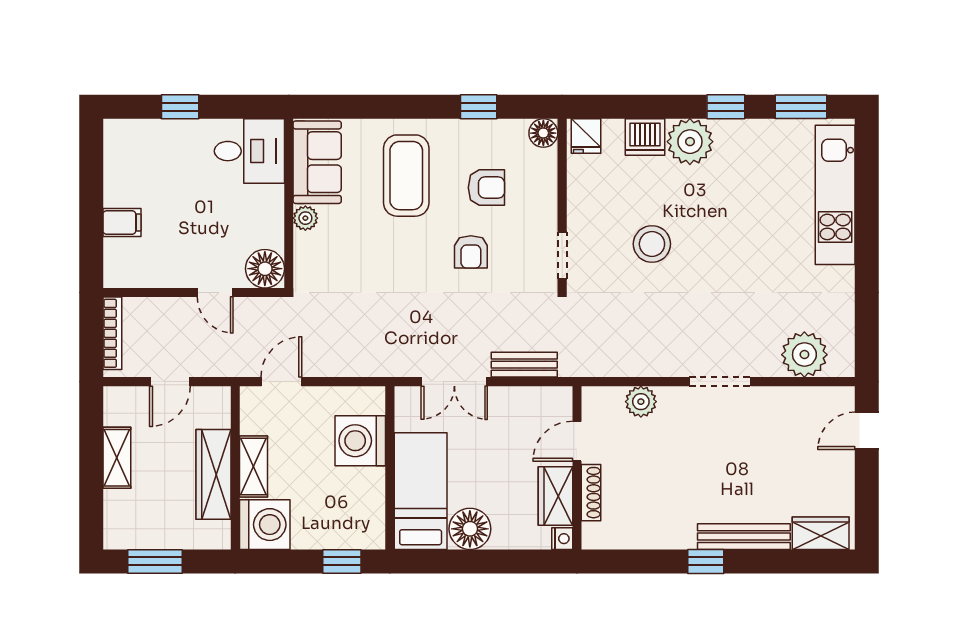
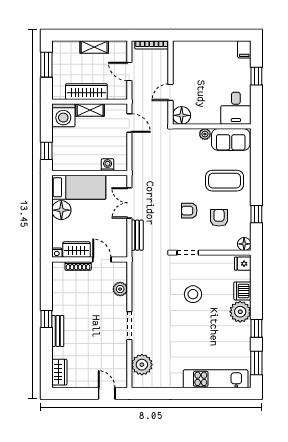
armchair: (486, 188) -> (219, 218), turned 180
filing cabinet: (122, 222) -> (244, 49), moved
washing machine: (360, 441) -> (108, 165), width x0.53, depth x0.53
bench: (744, 537) -> (58, 331), width x0.73

